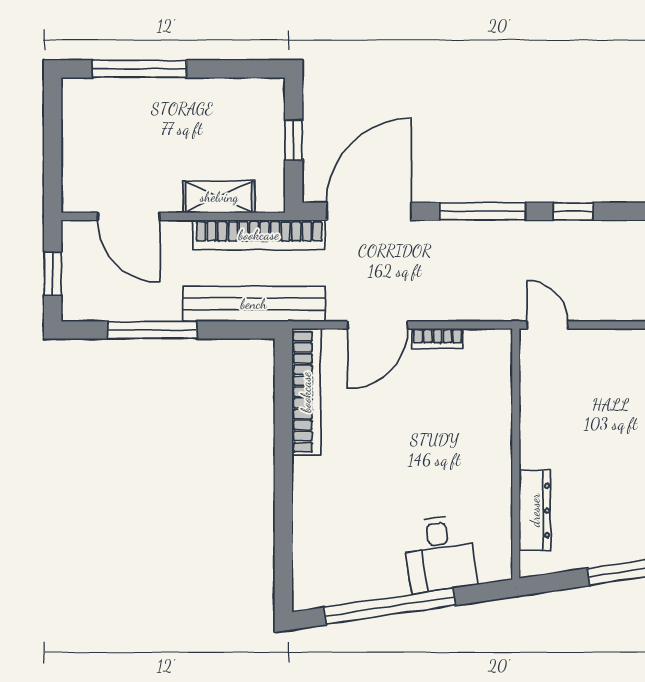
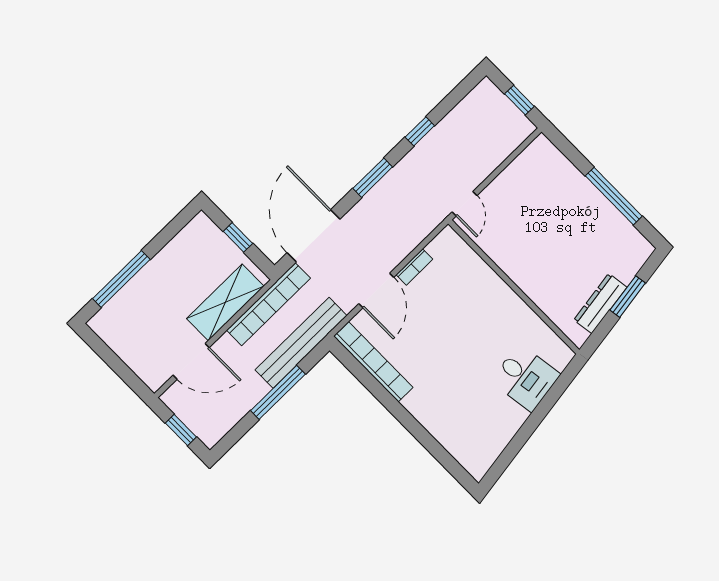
shelving: (219, 197) -> (225, 302), width x1.50, depth x1.33
window: (483, 211) -> (373, 178), width x0.69
door: (547, 325) -> (464, 204), swing flipped
window: (152, 330) -> (278, 392), moved
dresser: (535, 510) -> (600, 304), moved, turned -98
window: (390, 606) -> (526, 431), removed

